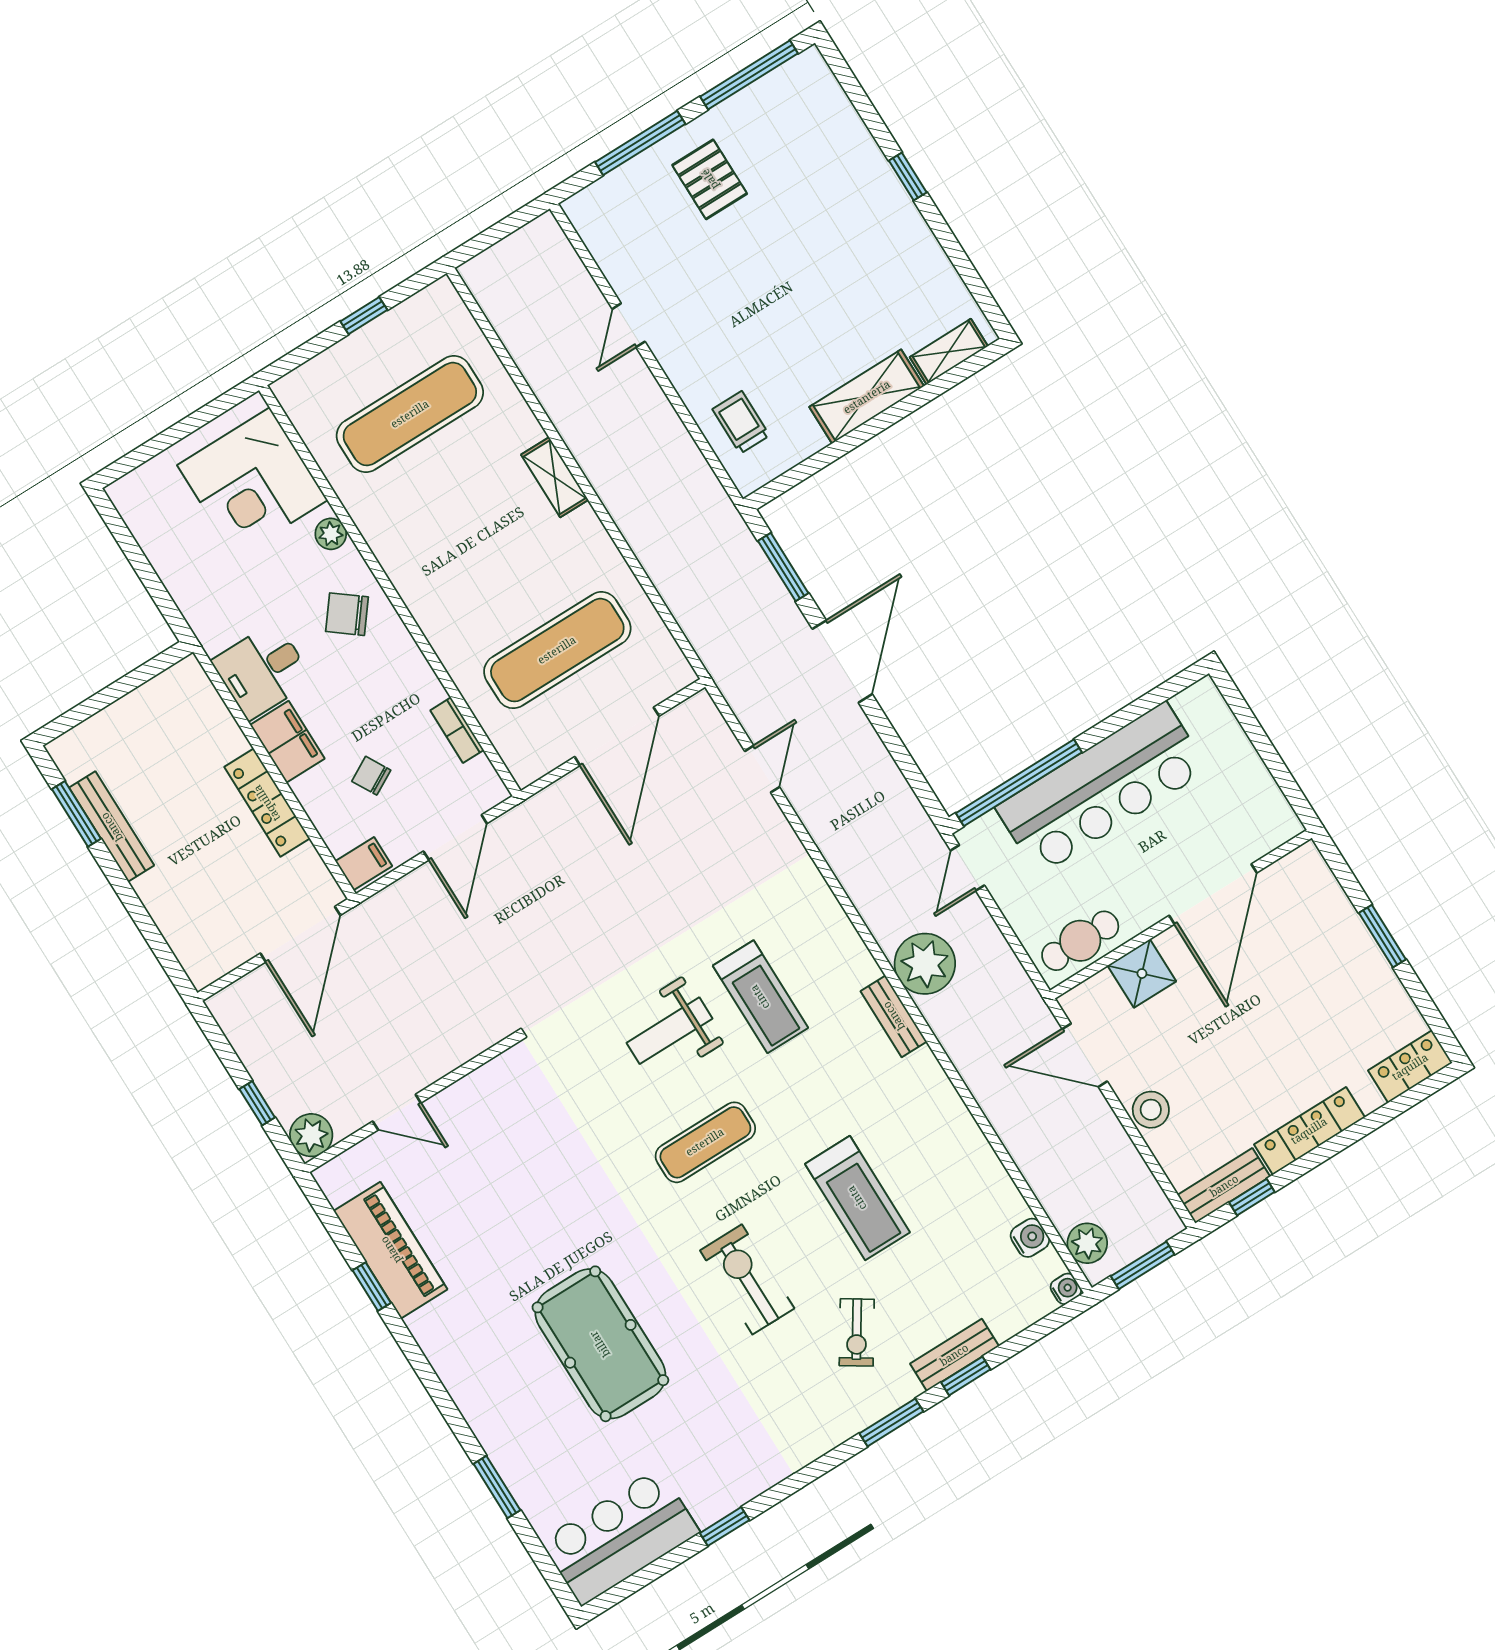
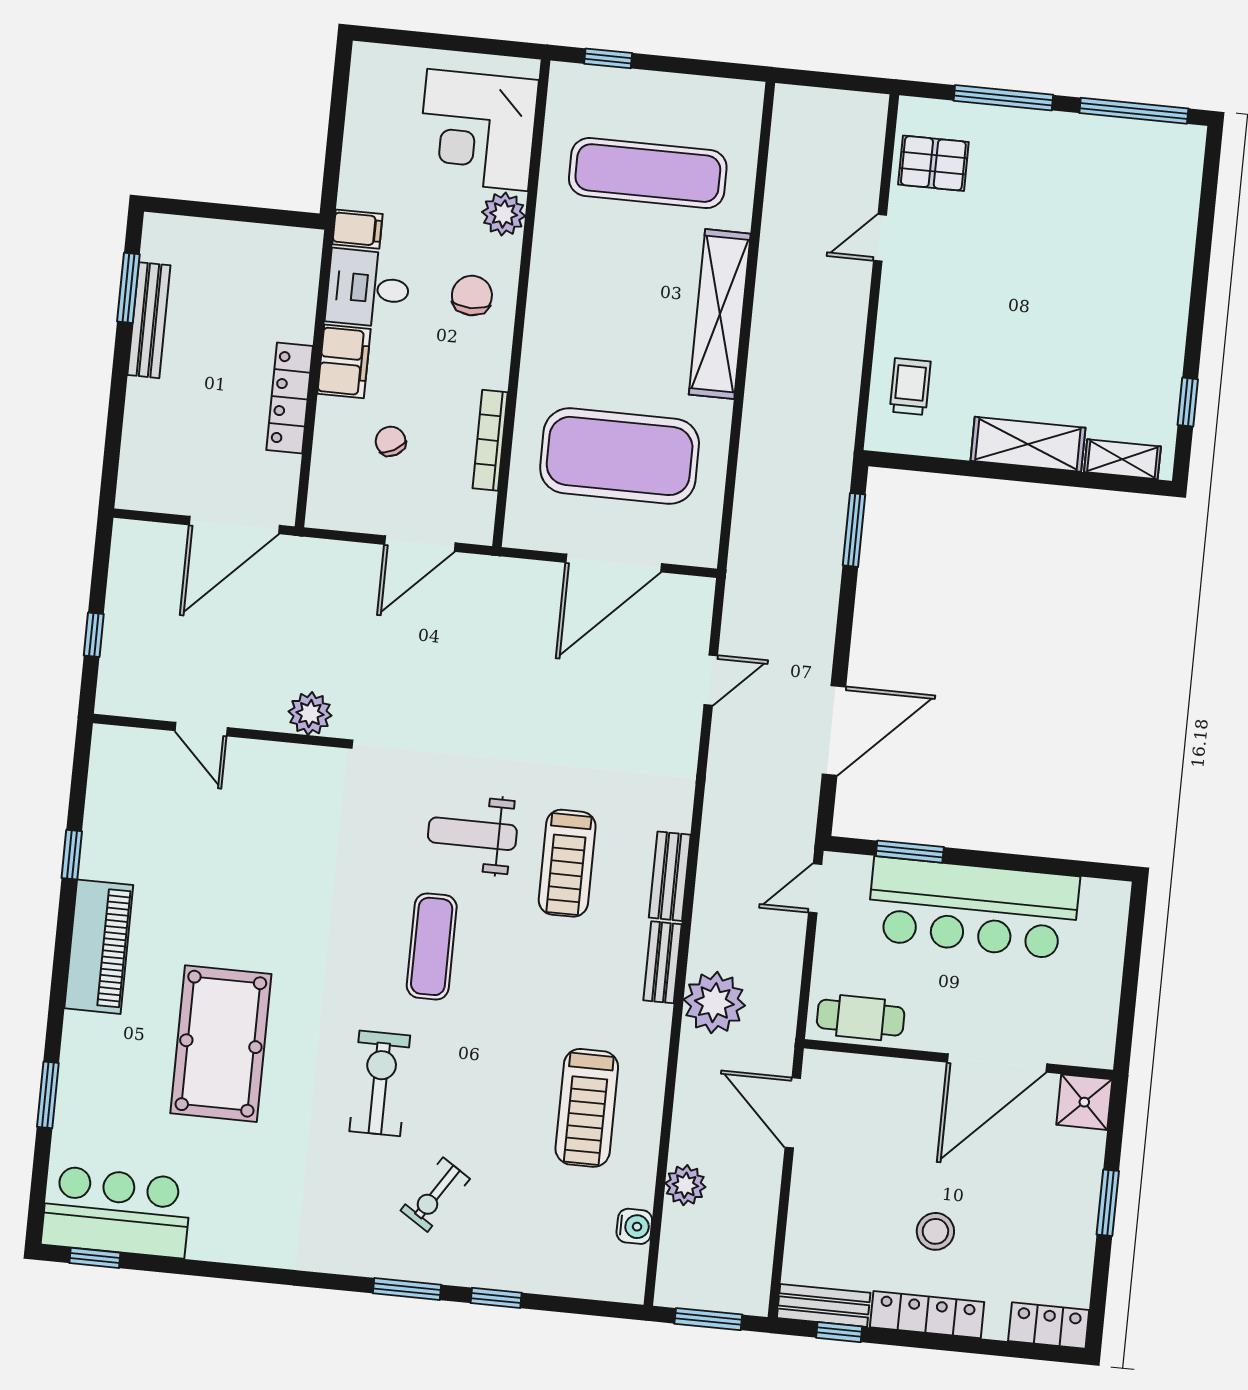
window: (908, 177) -> (1188, 402), moved
pallet: (710, 179) -> (933, 163), moved, turned 90
window: (364, 316) -> (608, 58), moved
shelving: (555, 477) -> (720, 314), width x2.20, depth x1.33
plant: (331, 534) -> (504, 214), width x1.38, depth x1.38
chair: (347, 614) -> (472, 296), turned 52
exercise mat: (557, 650) -> (620, 456), width x1.47
door: (842, 662) -> (834, 730), moved
bookcase: (457, 730) -> (490, 440), width x1.56
window: (1019, 783) -> (910, 852), width x0.47
filing cabinet: (364, 864) -> (357, 229), moved
plant: (925, 964) -> (714, 1003), moved
shower: (1142, 974) -> (1084, 1102), moved
stool: (1151, 1110) -> (935, 1231), moved
plant: (311, 1135) -> (310, 714), moved
exercise mat: (705, 1142) -> (432, 946), turned 90
treadmill: (857, 1198) -> (587, 1108), moved
plant: (1087, 1243) -> (685, 1185), moved
piano: (391, 1250) -> (99, 947), moved
water cooler: (1066, 1289) -> (631, 1290), removed
bench: (954, 1355) -> (670, 876), moved, turned 90
window: (725, 1527) -> (95, 1258), moved

